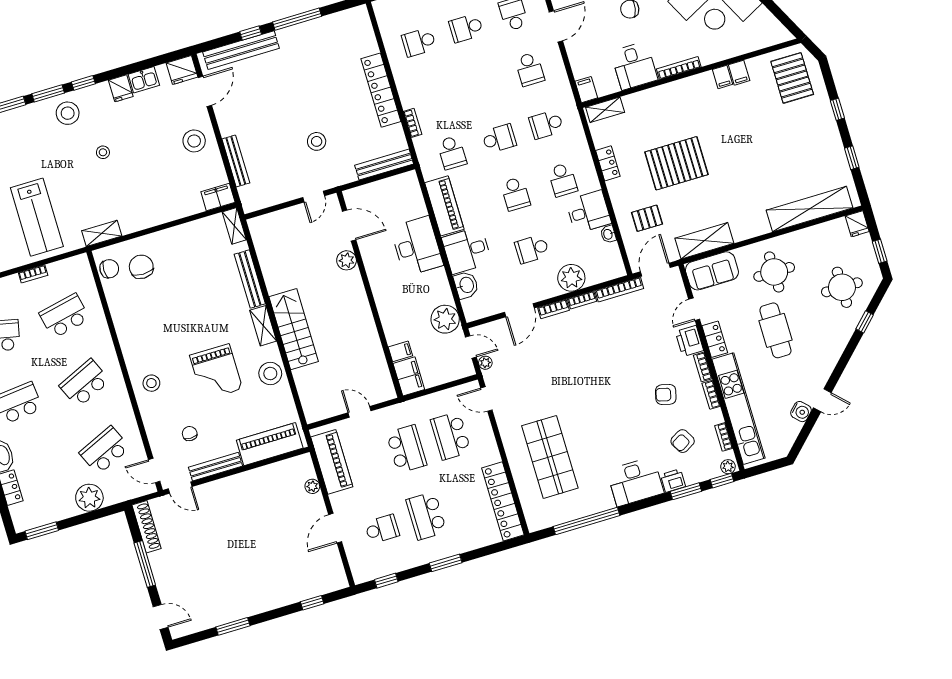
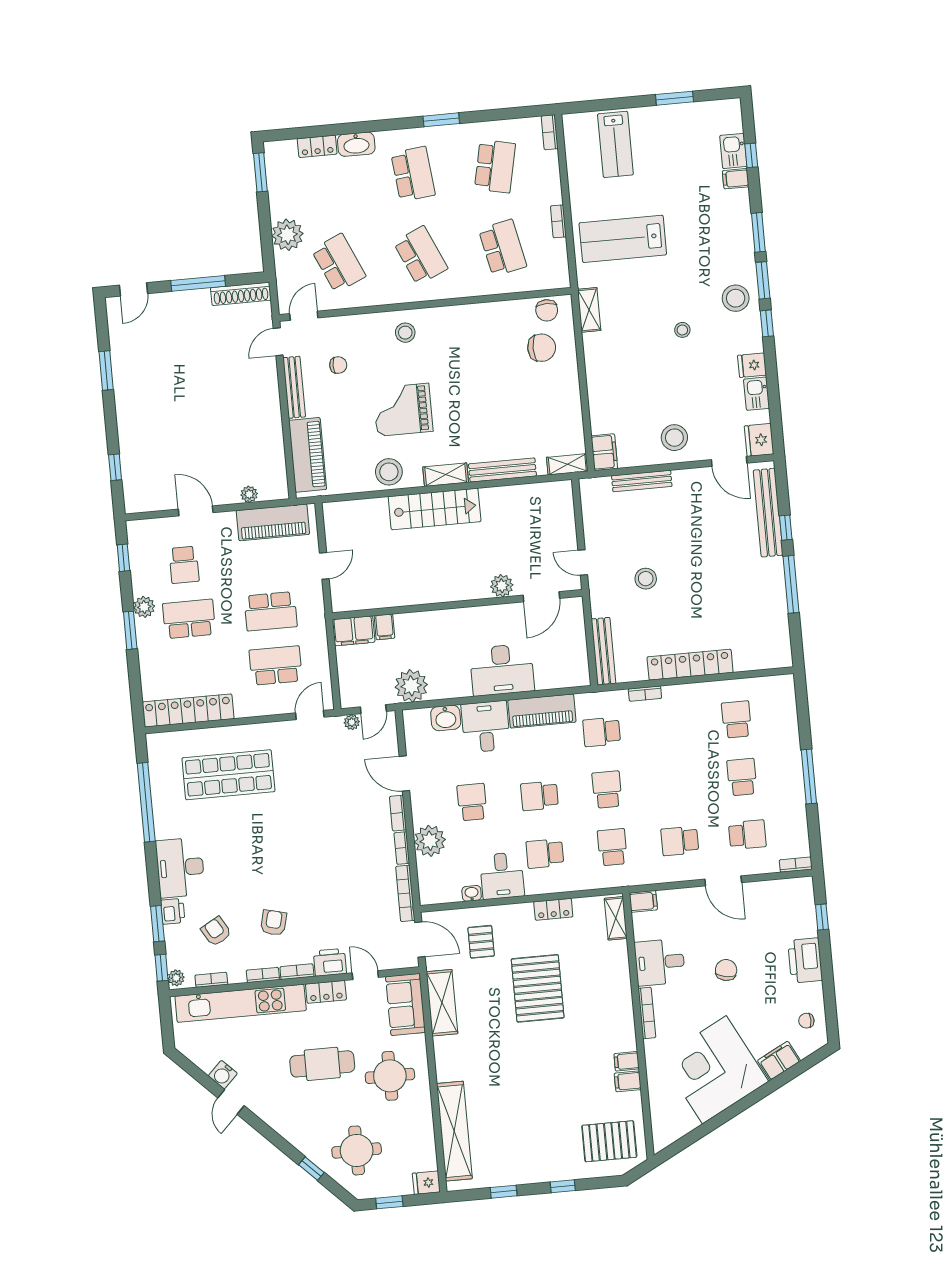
school desk: (499, 139) -> (607, 790), turned 180
plant: (424, 555) -> (144, 607), added

